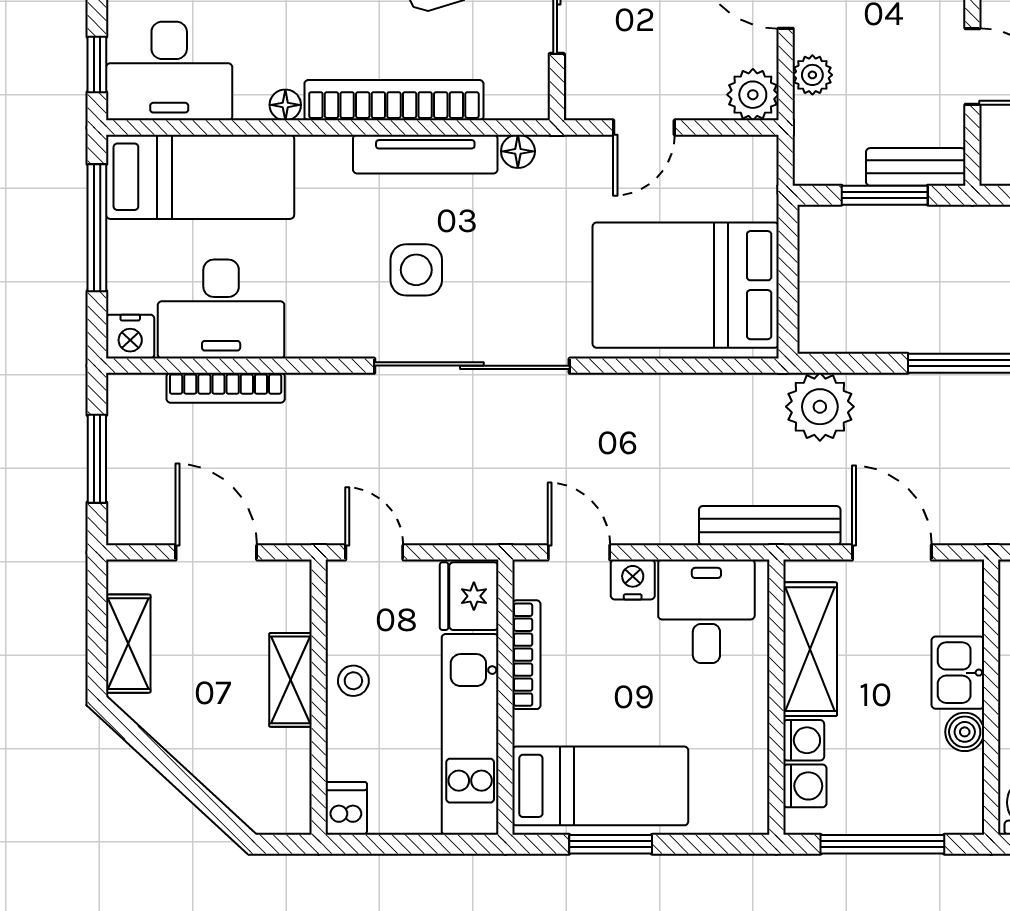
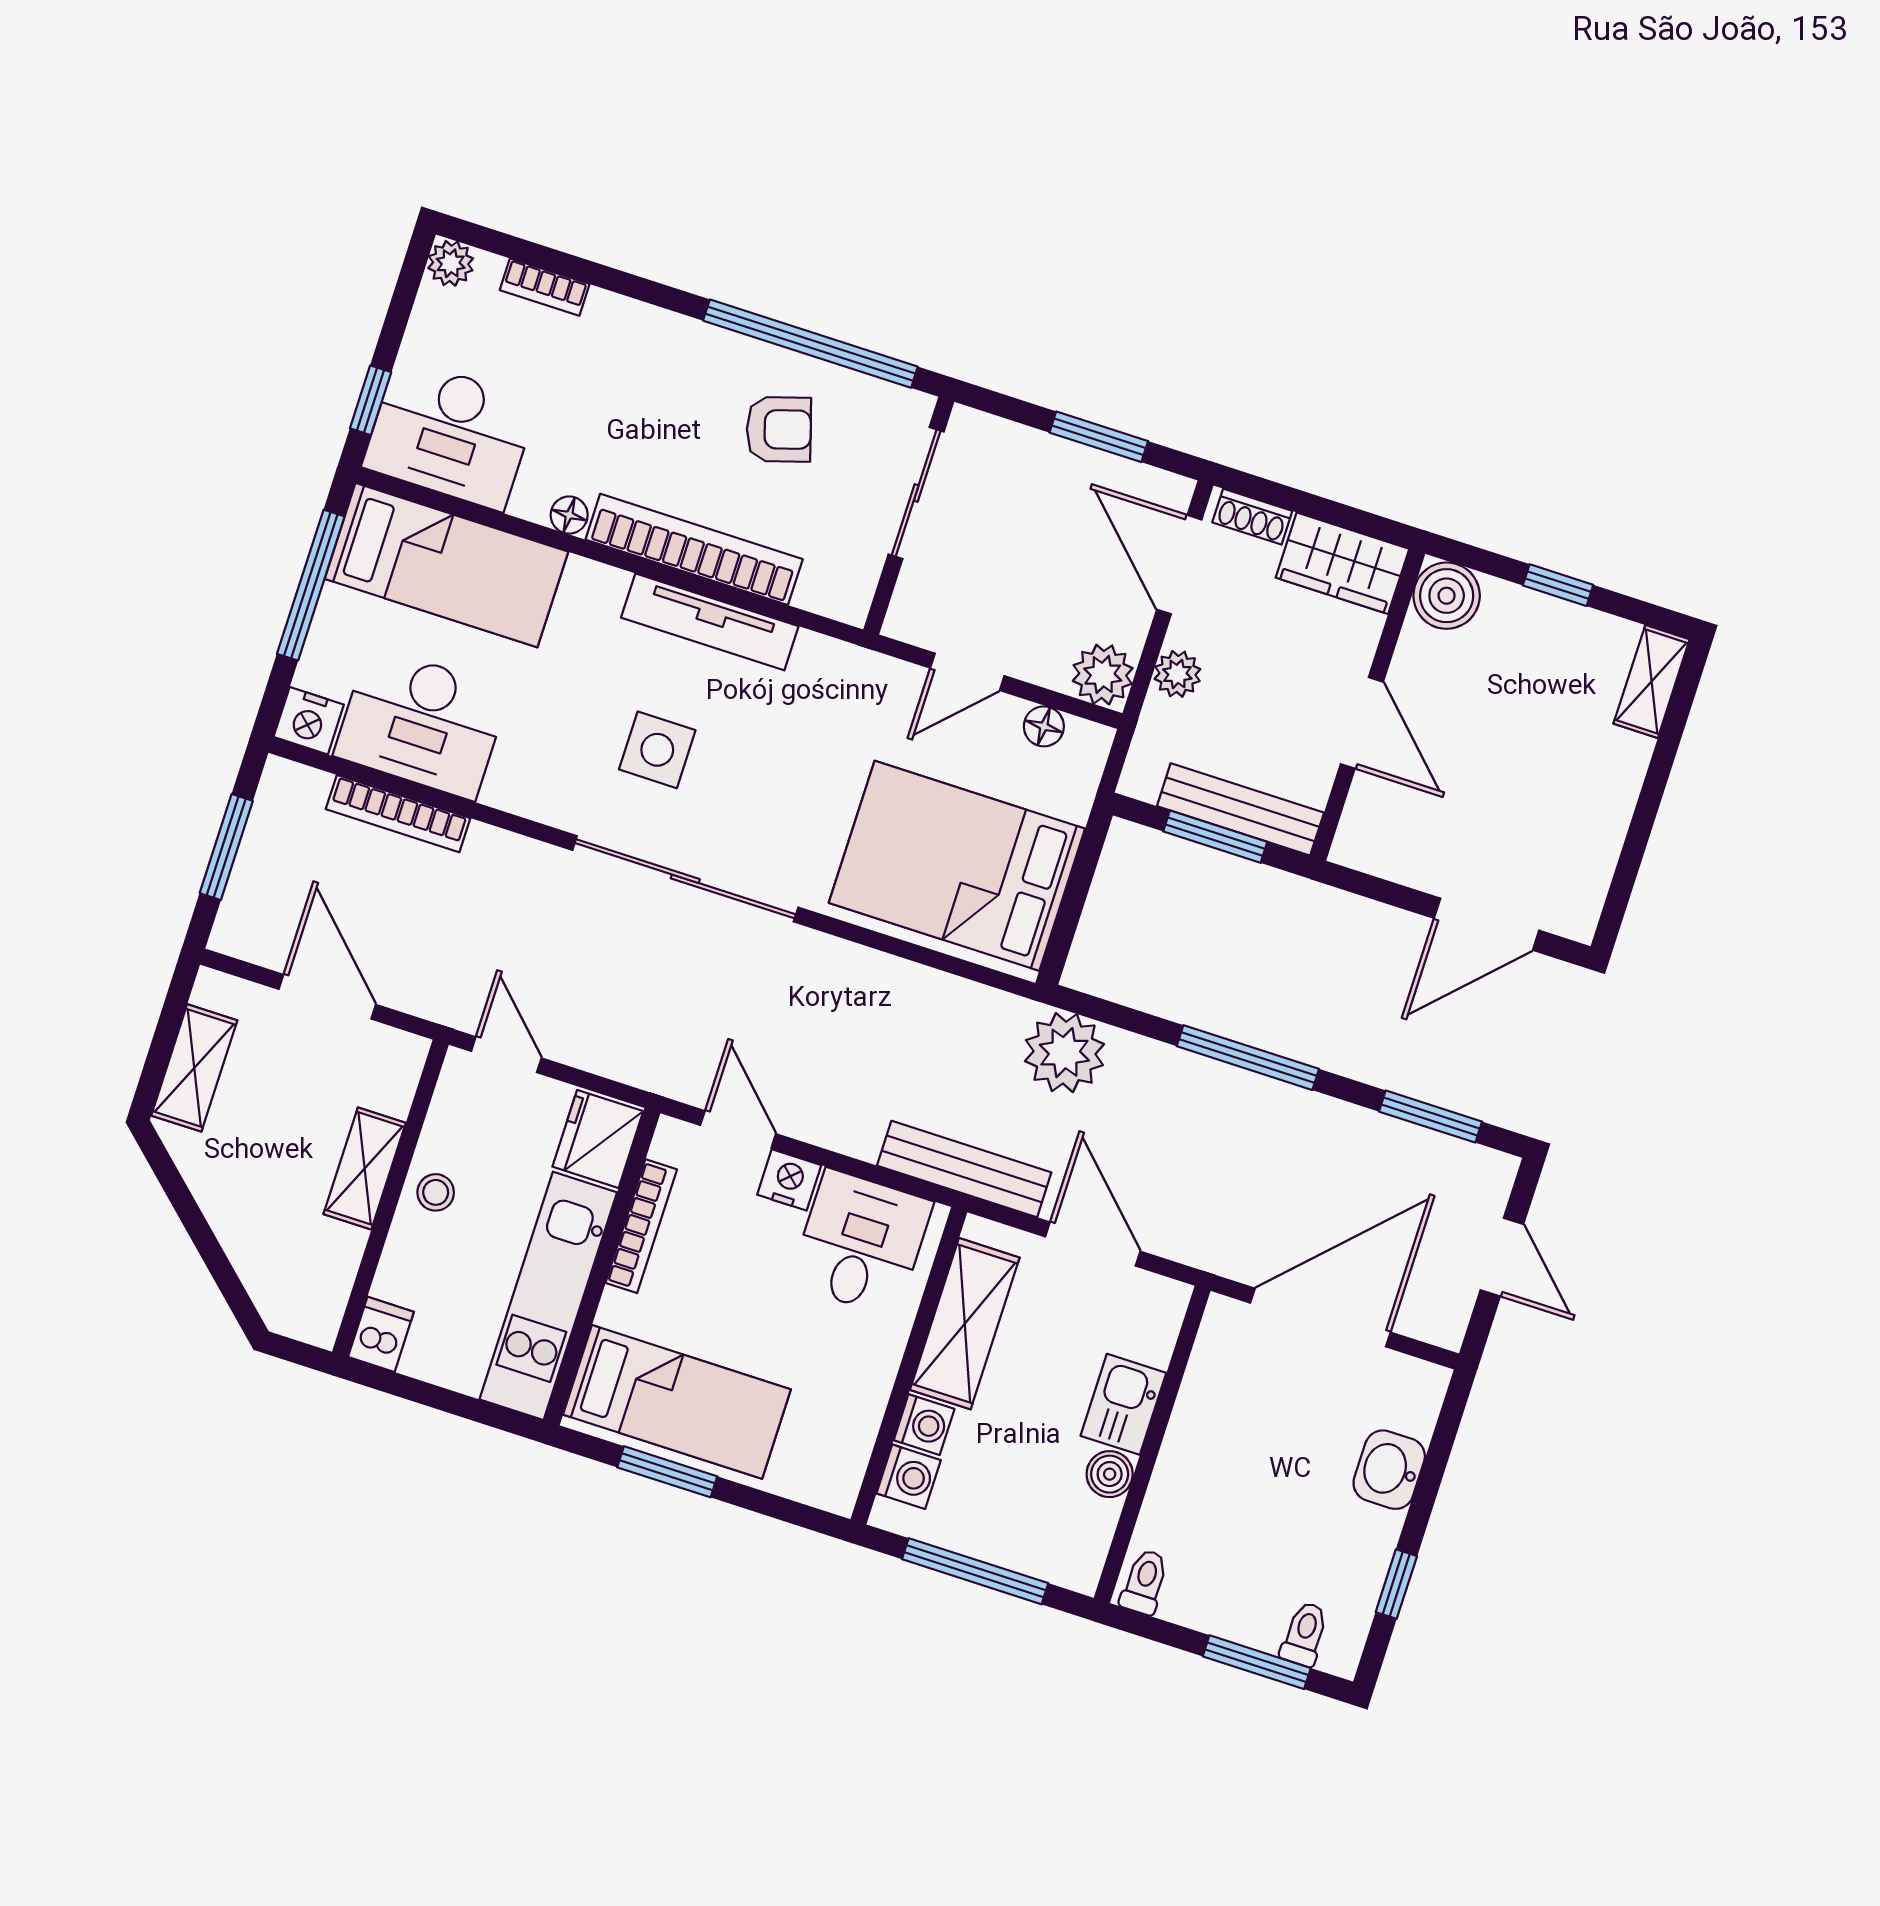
floor lamp: (518, 151) -> (1044, 726), moved
bench: (916, 167) -> (1240, 809), width x1.36

